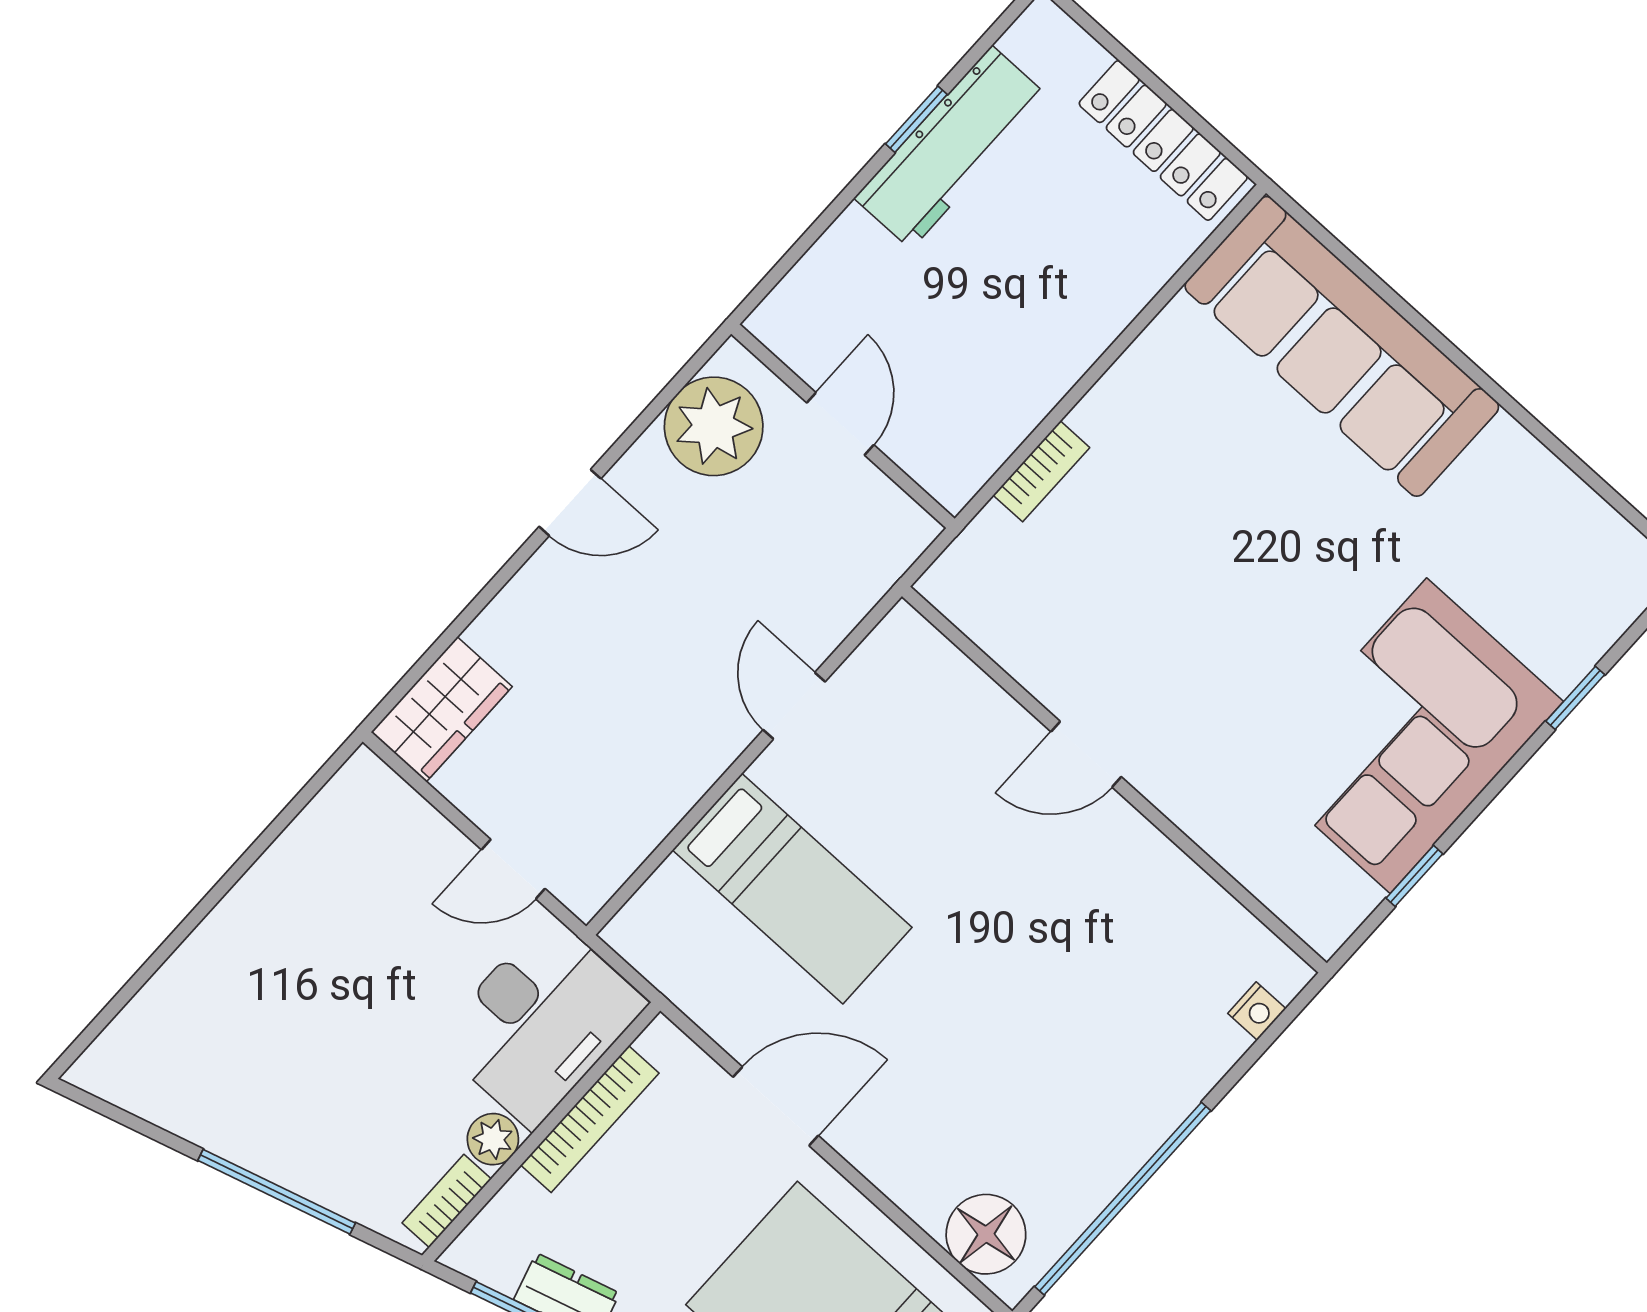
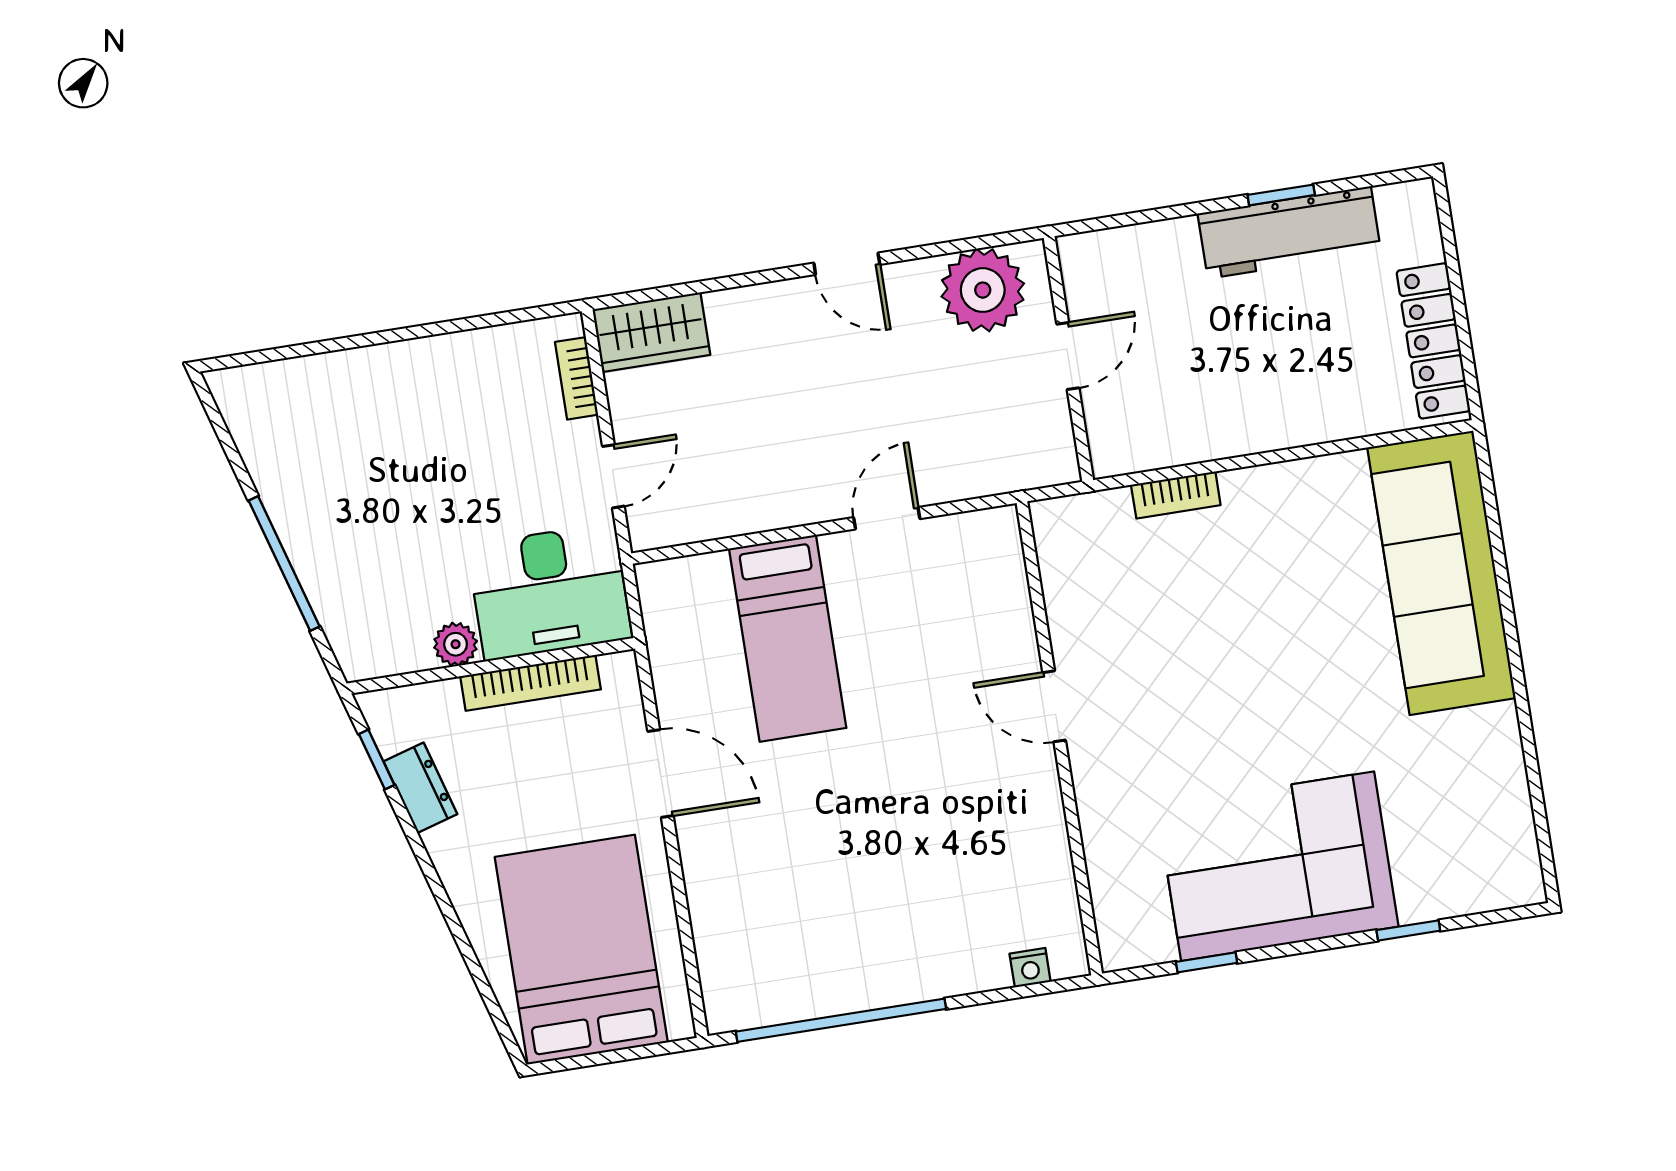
door: (513, 869) -> (613, 476), swing flipped
bookcase: (447, 1201) -> (577, 378), moved, turned -90
floor lamp: (986, 1234) -> (731, 971), removed

